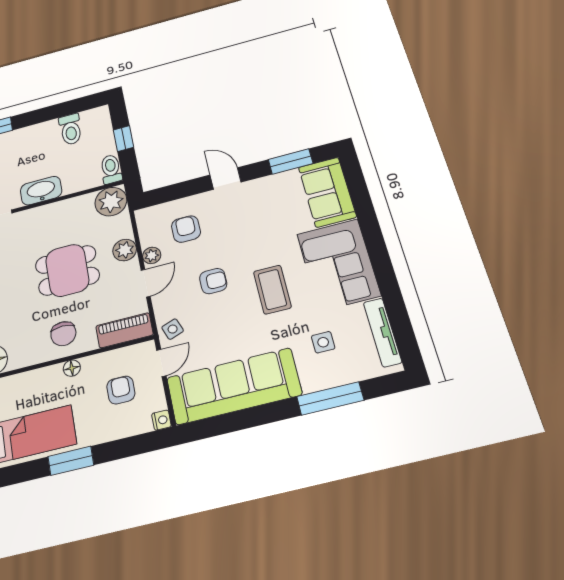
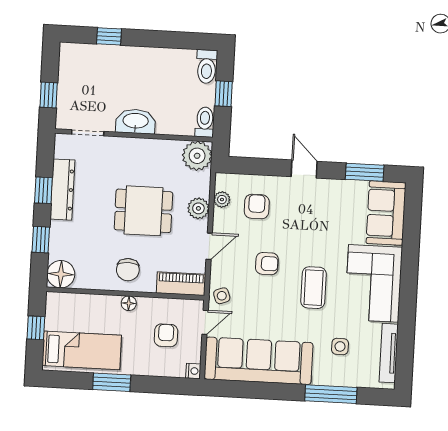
toilet: (71, 129) -> (207, 67), moved
plant: (152, 255) -> (222, 200), moved

